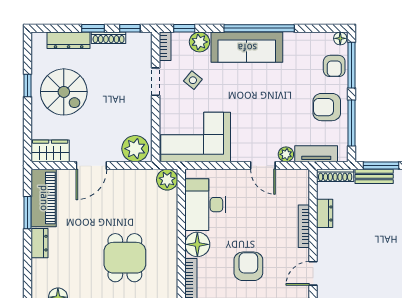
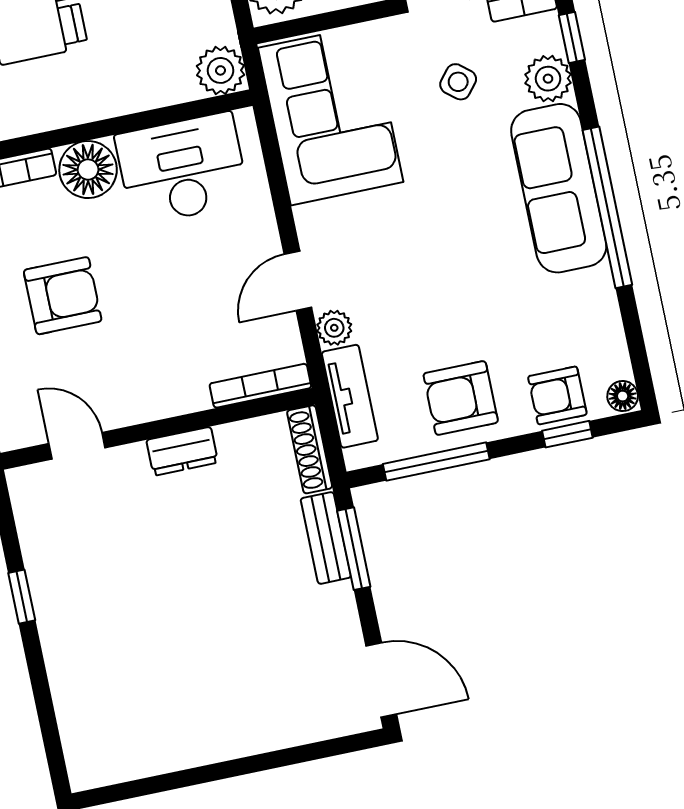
window: (351, 65) -> (567, 434), width x0.46
armchair: (327, 107) -> (461, 398), turned -90
dresser: (325, 213) -> (182, 451), moved
bookcase: (304, 226) -> (260, 386), moved

